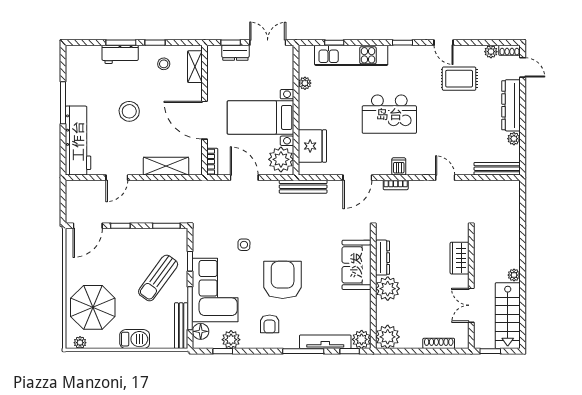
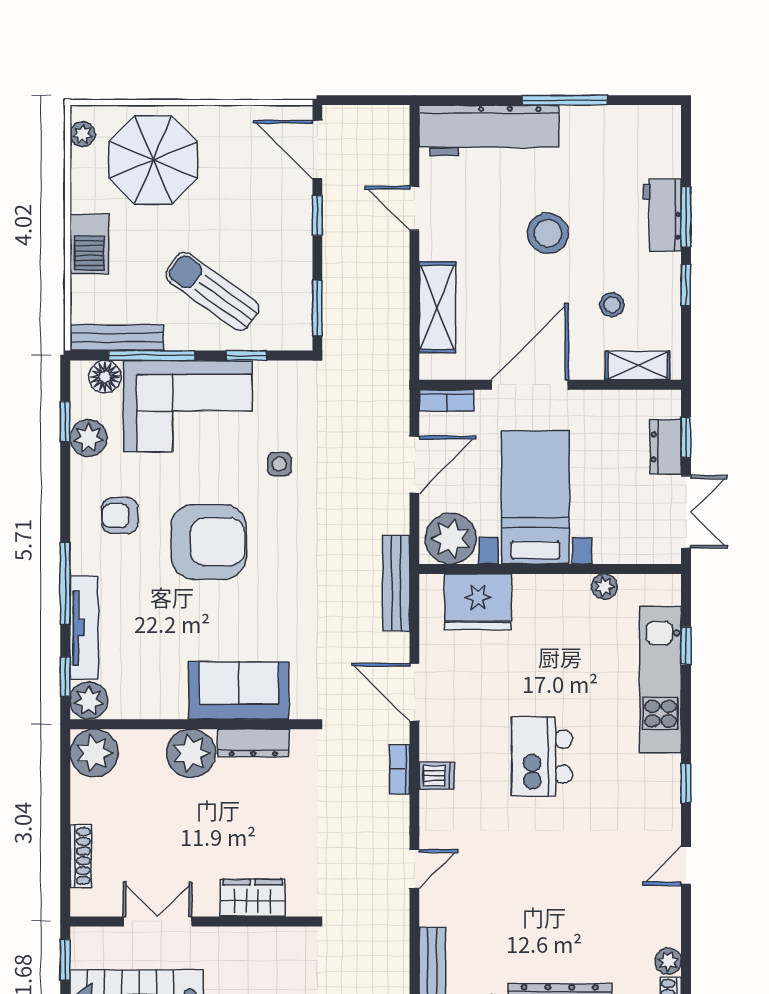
stool: (164, 64) -> (612, 305), moved
rug: (459, 79) -> (613, 897), removed
kitchen island: (389, 114) -> (542, 757), width x0.73, depth x0.78

